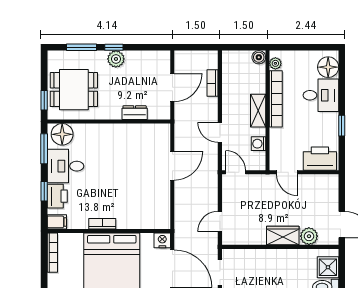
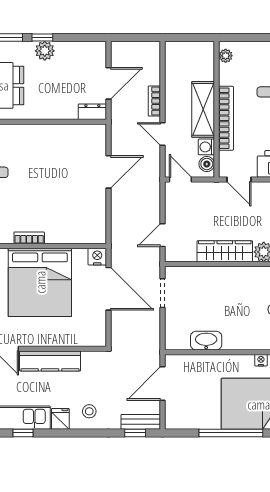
boiler: (259, 57) -> (207, 164), moved
bookcase: (213, 83) -> (154, 101), moved
bookcase: (276, 99) -> (226, 118), moved
shelving: (258, 111) -> (203, 109), width x1.50, depth x1.33
dresser: (135, 113) -> (92, 112), moved
wardrobe: (283, 236) -> (225, 251), width x1.50

